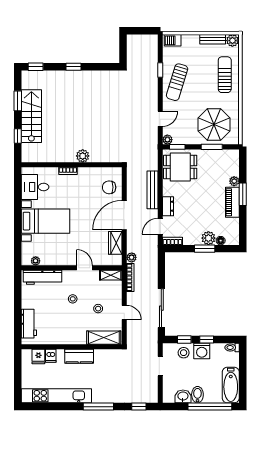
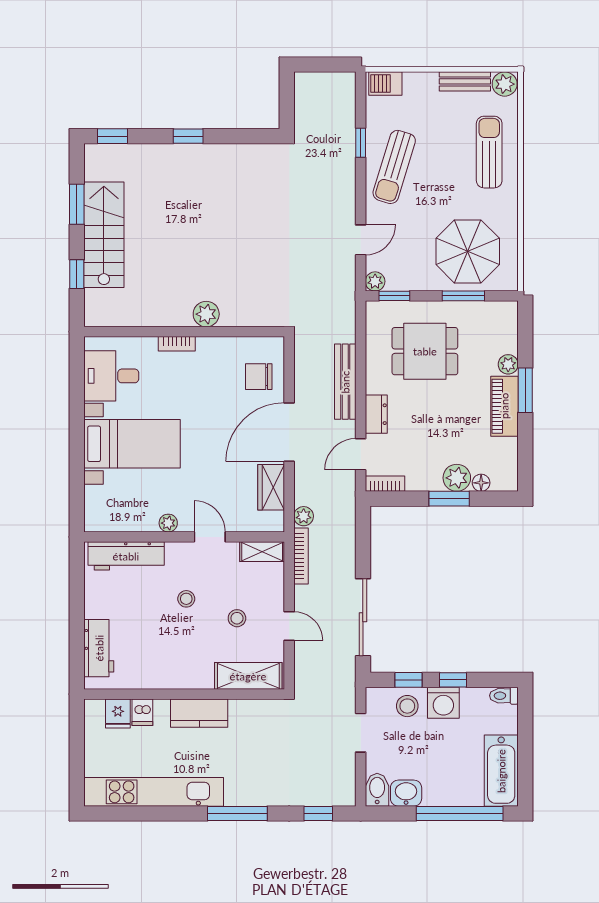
dining table: (180, 167) -> (425, 351), moved
plant: (36, 261) -> (168, 523), moved
bidet: (197, 395) -> (377, 790), moved

